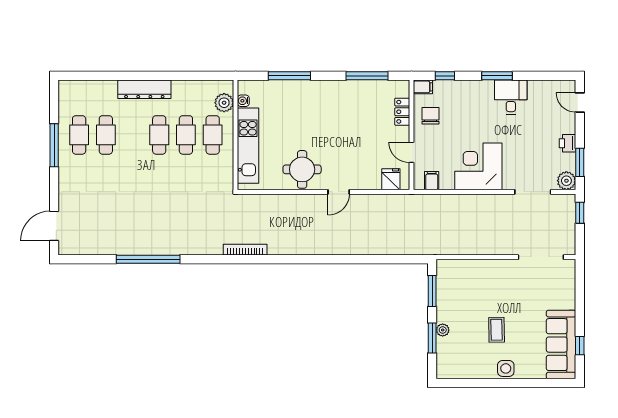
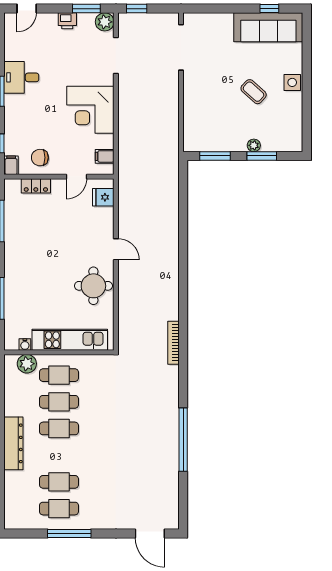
coffee table: (497, 330) -> (254, 92), turned 43

